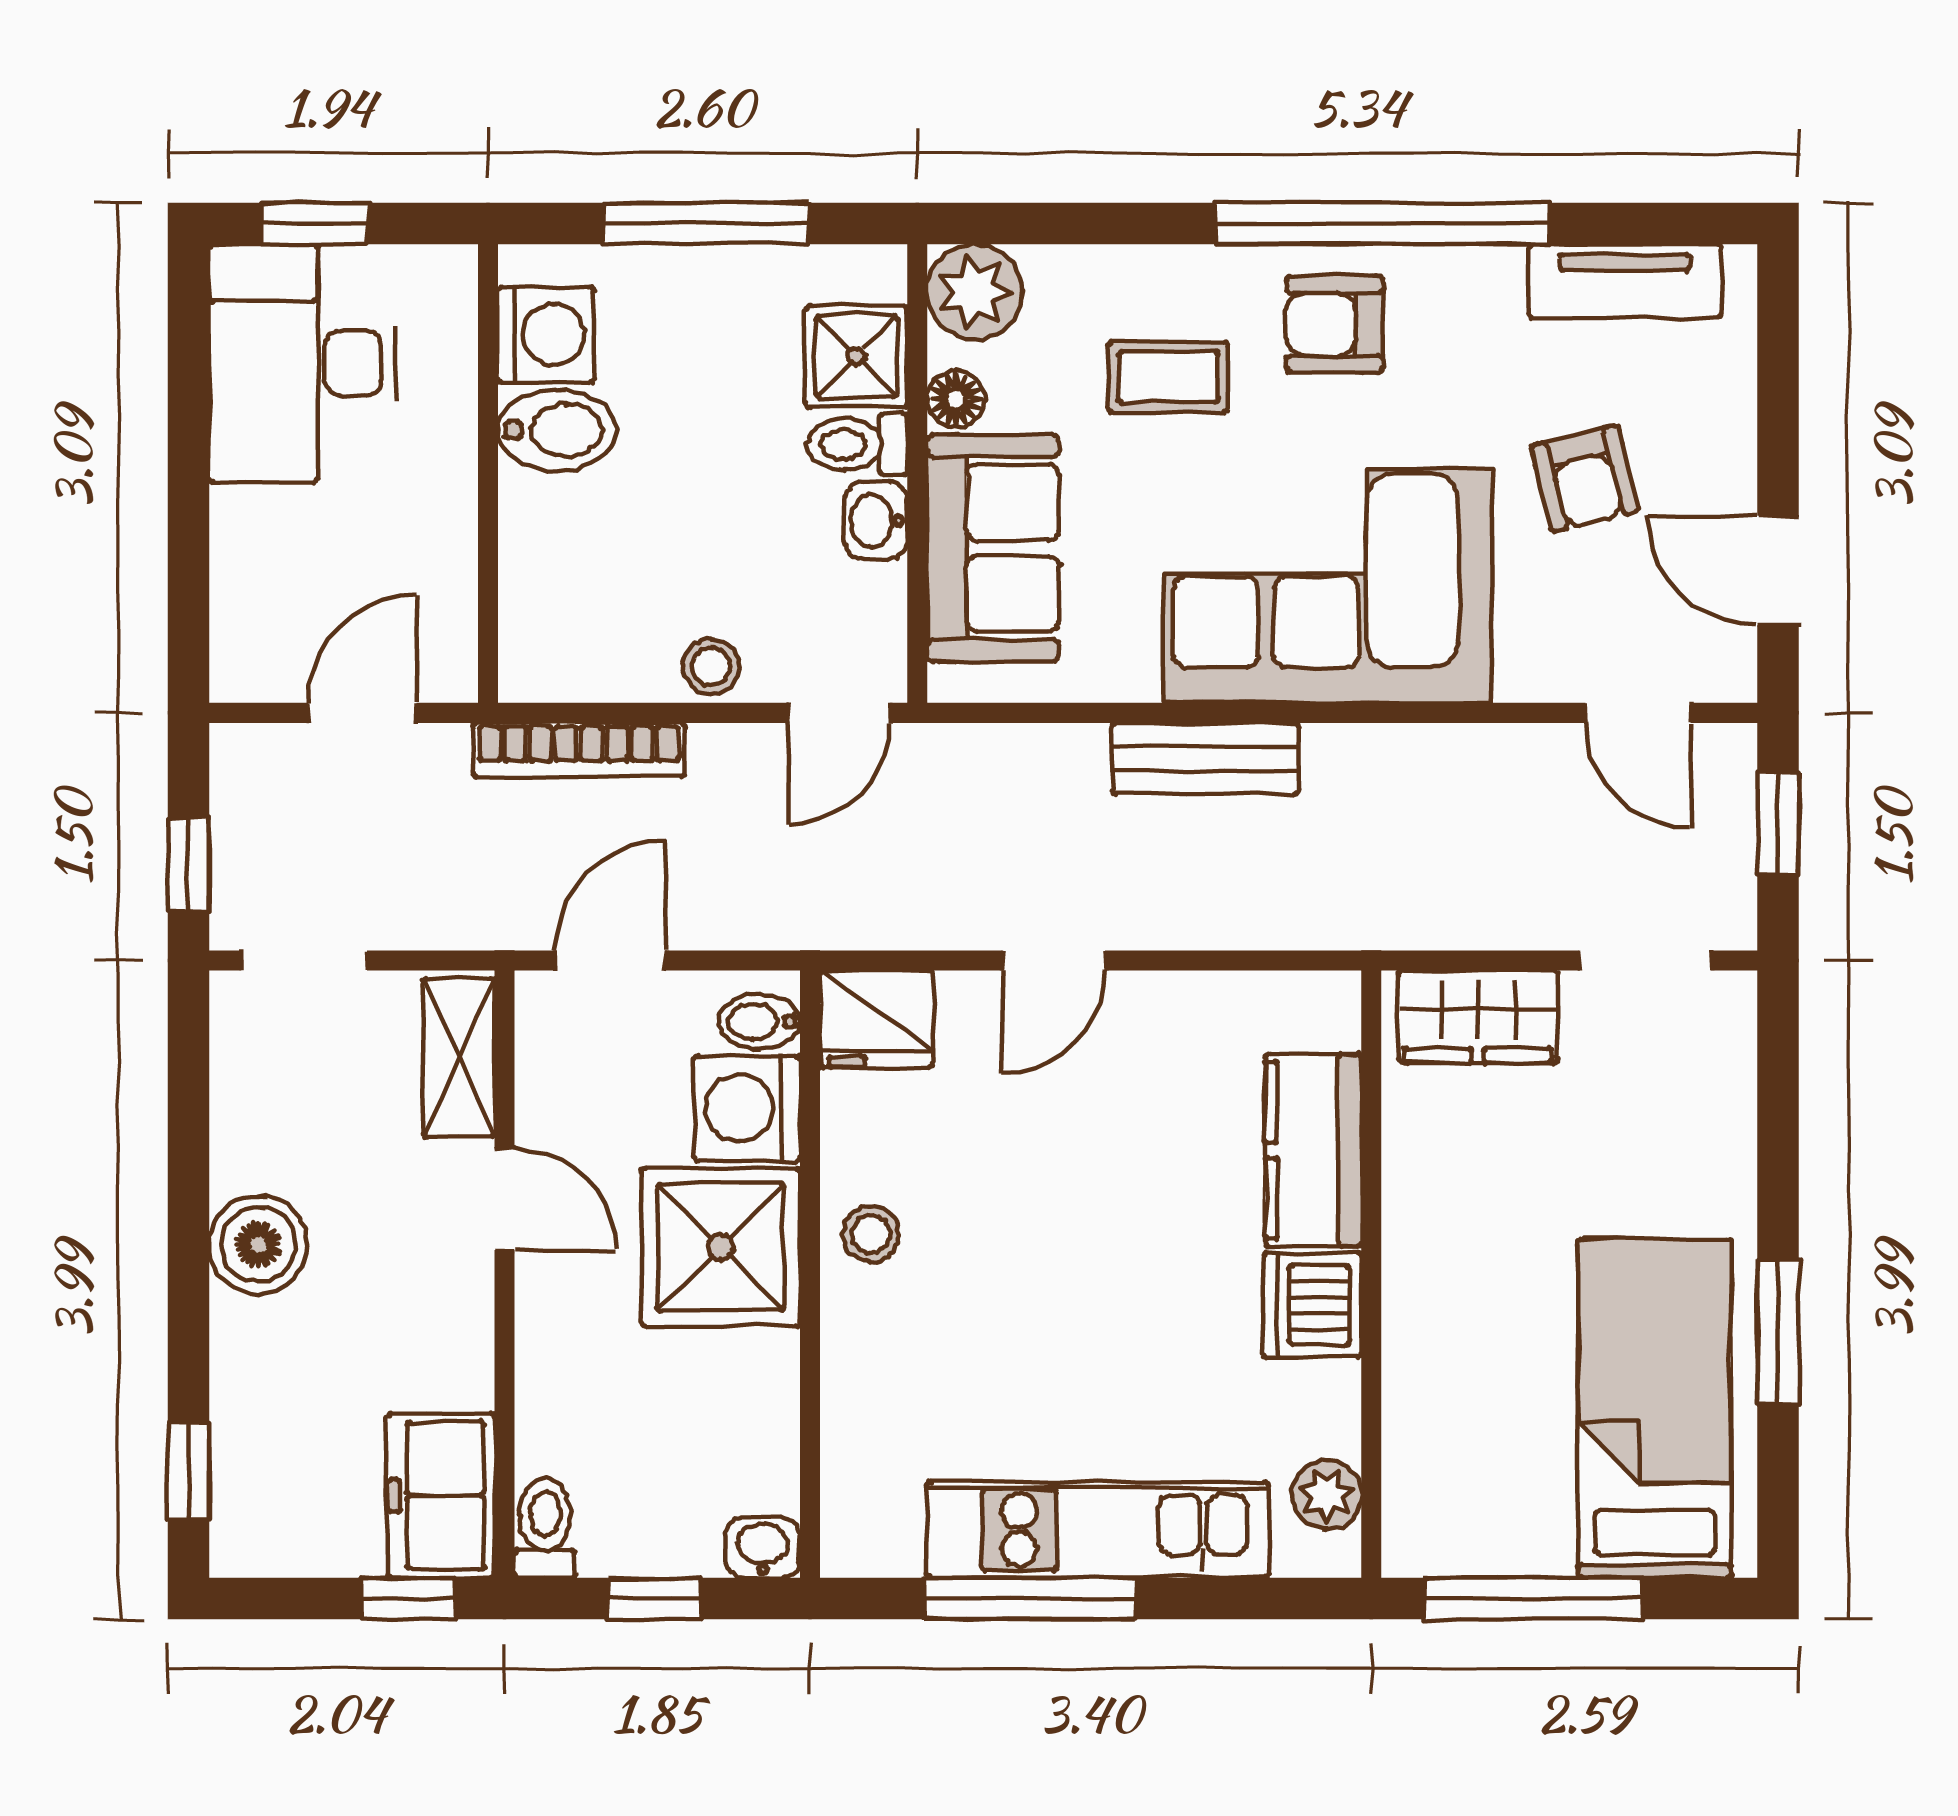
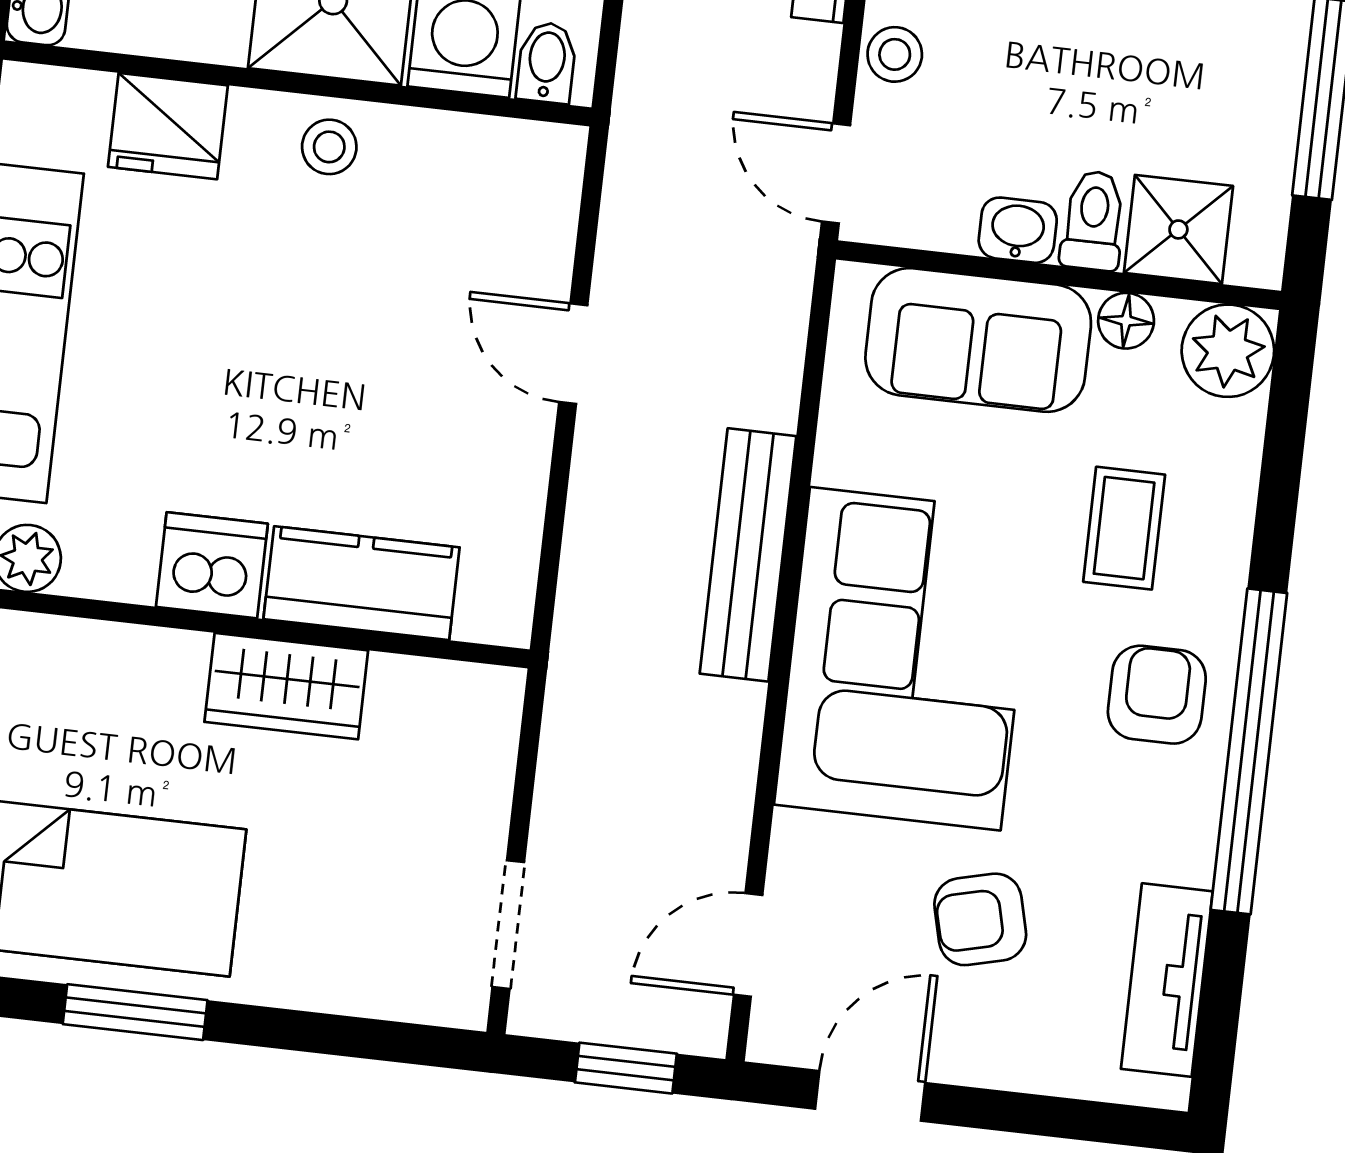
bench: (1205, 758) -> (748, 555), width x1.36
wardrobe: (1478, 1017) -> (286, 686), moved, turned -90
fridge: (876, 1019) -> (168, 126), moved, turned -90

